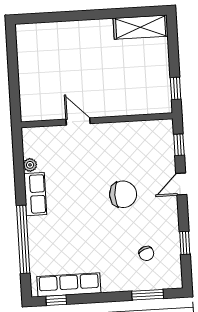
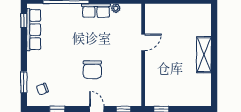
shelving: (141, 27) -> (204, 55), moved
chair: (146, 253) -> (42, 89), moved

